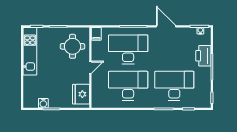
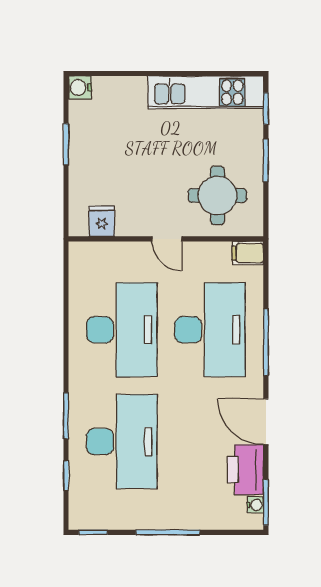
door: (166, 26) -> (266, 422), swing flipped
printer: (203, 56) -> (245, 470), moved, turned -90
fridge: (81, 94) -> (102, 221), width x0.53, depth x0.75
water cooler: (43, 103) -> (80, 87), moved

